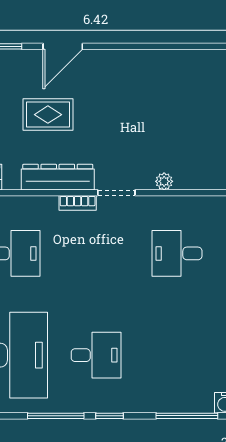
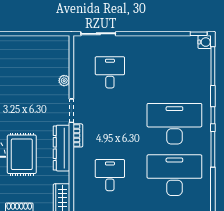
rug: (48, 115) -> (22, 154), width x1.36, depth x1.43
desk: (177, 253) -> (110, 72), turned 180
desk: (96, 355) -> (174, 124), width x1.87, depth x1.30

